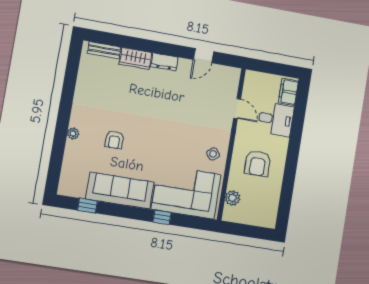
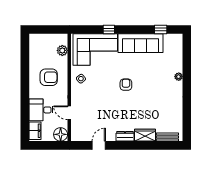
floor lamp: (254, 80) -> (61, 134), added
armchair: (114, 140) -> (126, 85), moved
armchair: (258, 163) -> (49, 77), turned 90

